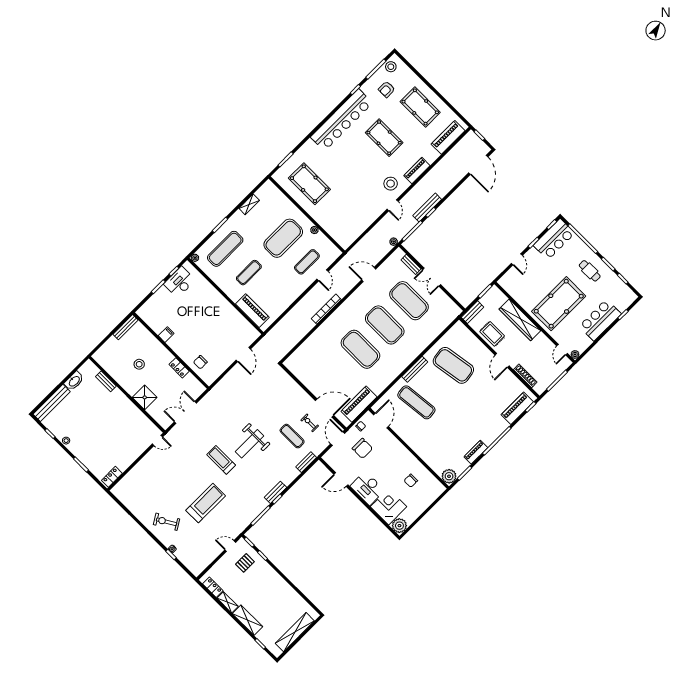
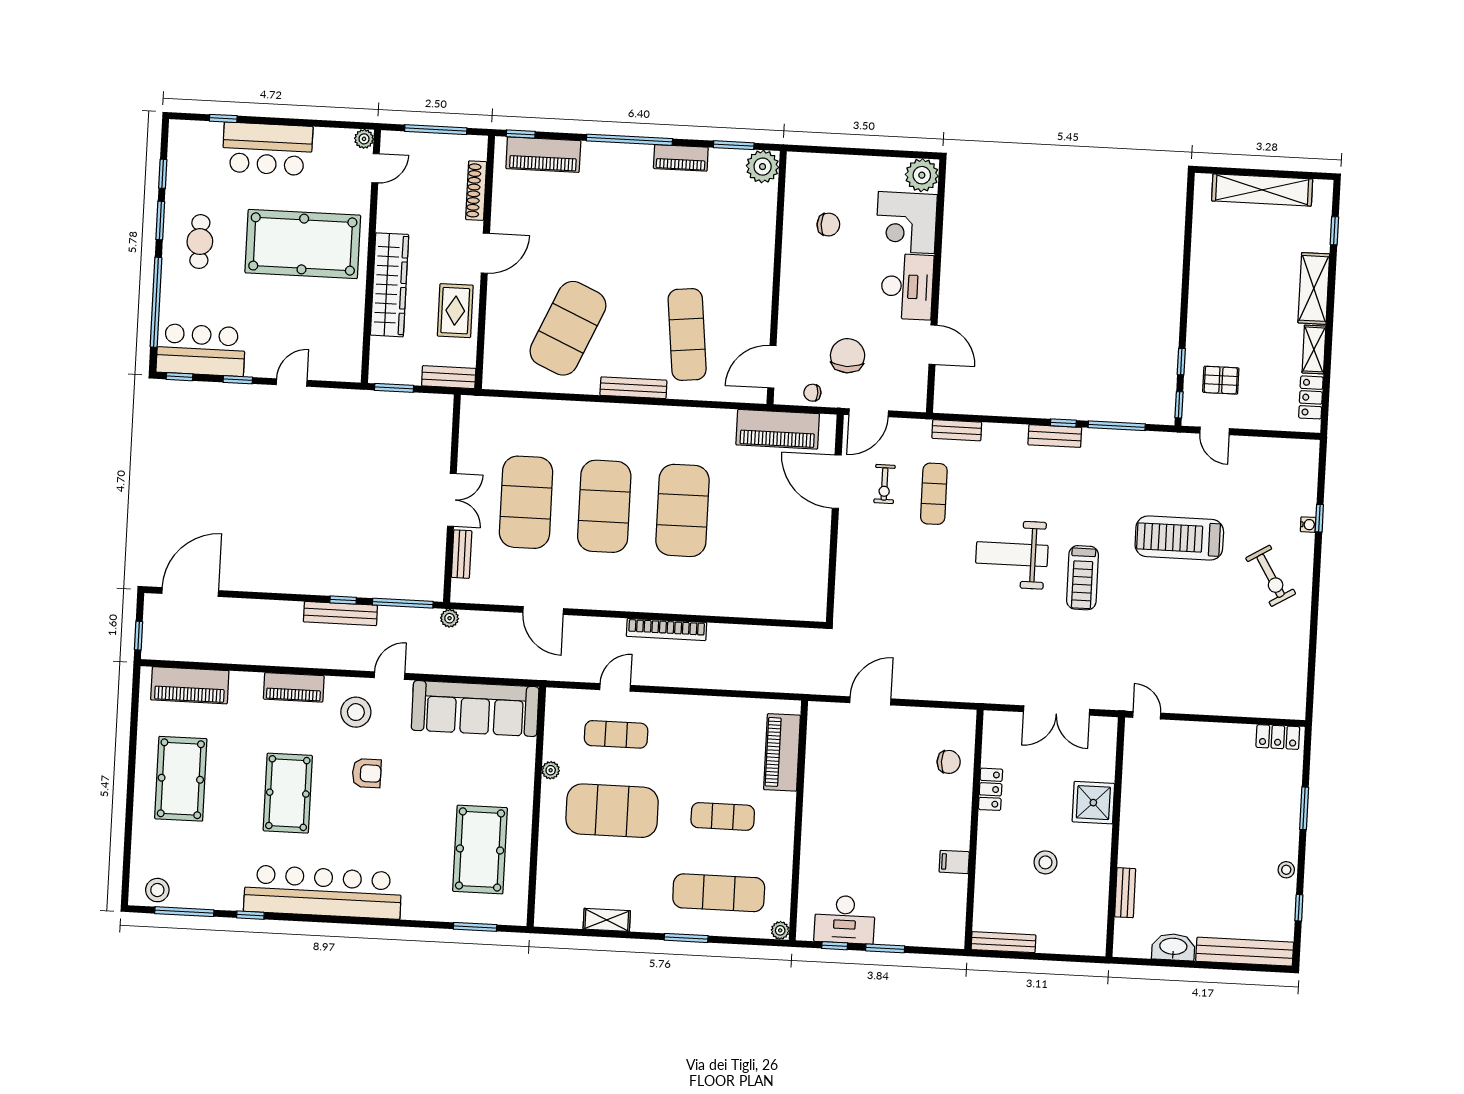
armchair: (387, 89) -> (367, 773), moved
sofa: (357, 224) -> (475, 708), added
exercise mat: (453, 365) -> (568, 328), turned 33
weight bench: (249, 444) -> (1012, 554), turned 180

